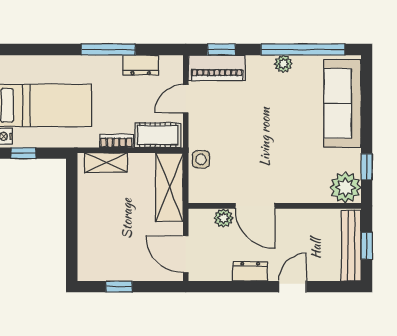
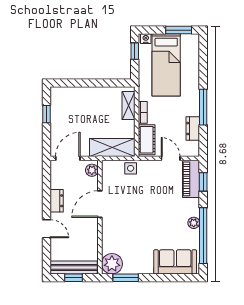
sofa: (342, 103) -> (175, 262), width x0.73
window: (367, 167) -> (126, 278), width x1.50
plant: (224, 218) -> (92, 170), moved

